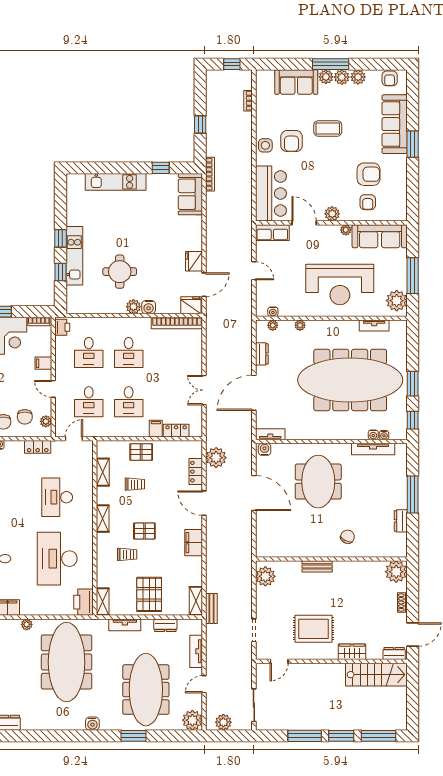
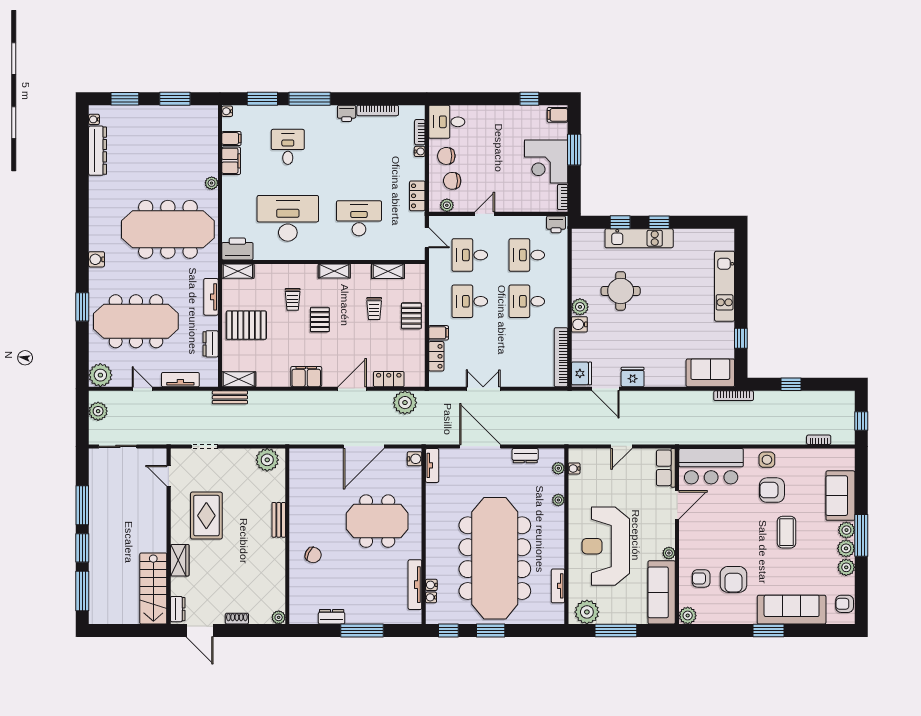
plant: (332, 214) -> (688, 616), moved
filing cabinet: (43, 363) -> (514, 202), removed
plant: (396, 572) -> (279, 617), width x0.53, depth x0.53

